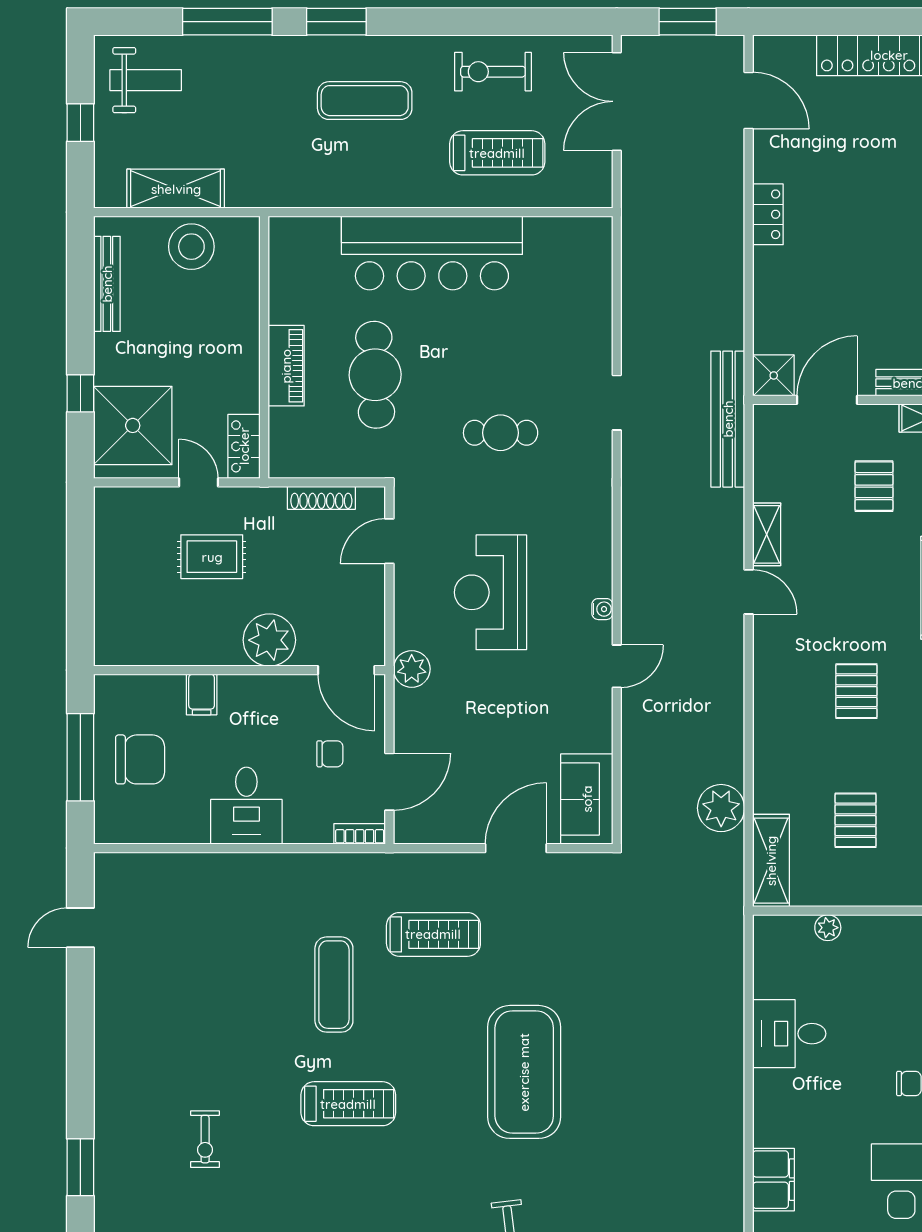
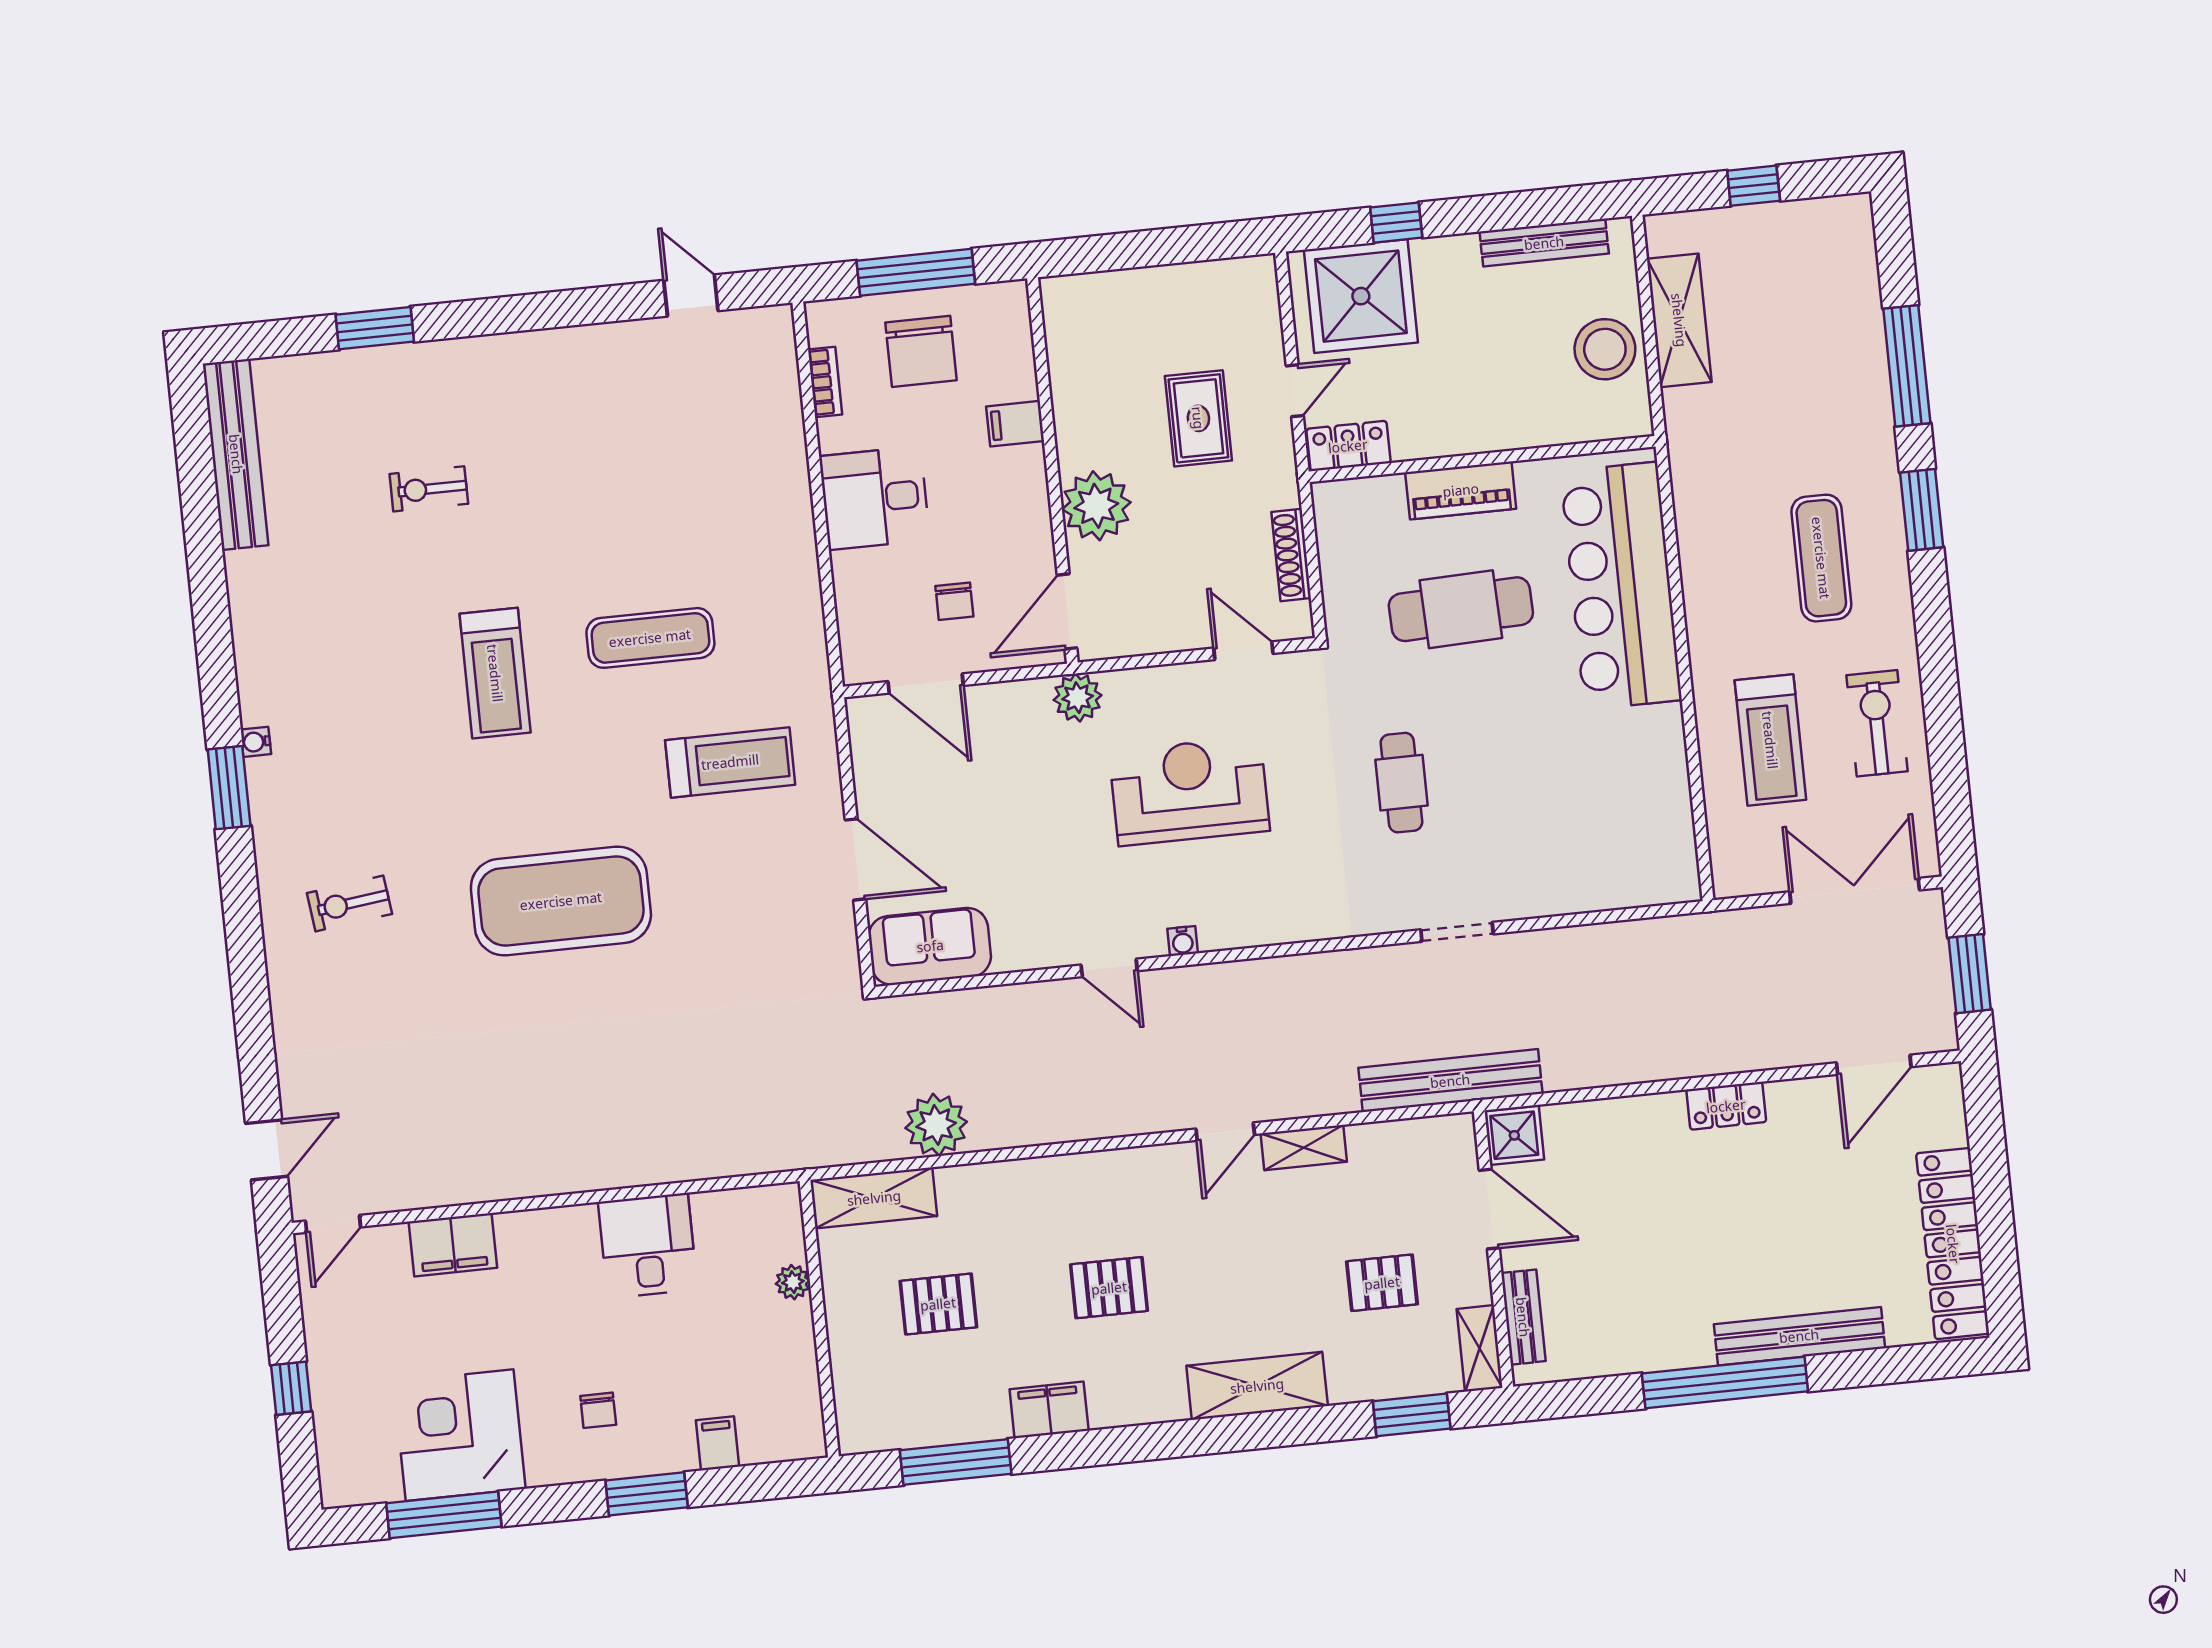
weight bench: (146, 80) -> (1818, 266), removed
bar counter: (432, 253) -> (1621, 586), moved
bookcase: (360, 834) -> (825, 382), moved
treadmill: (433, 934) -> (730, 762), turned -90

